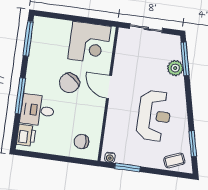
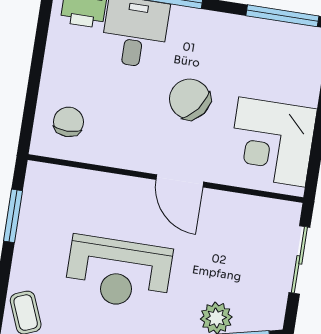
door: (109, 87) -> (180, 181), swing flipped
water cooler: (110, 157) -> (35, 180), removed

